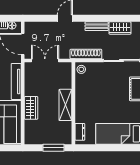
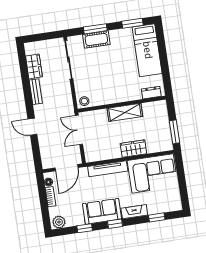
shoe rack: (86, 54) -> (67, 99), removed
double door: (45, 61) -> (79, 130), moved
window: (54, 148) -> (175, 132), moved

